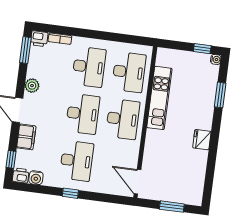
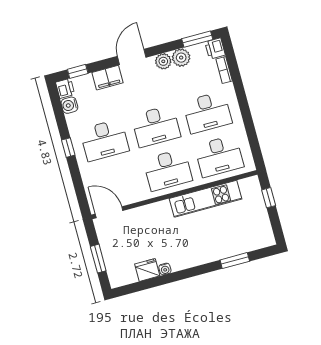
window: (202, 49) -> (269, 198), moved
water cooler: (216, 59) -> (165, 269), moved
plant: (35, 70) -> (181, 58), added
fridge: (202, 140) -> (147, 270), moved
door: (137, 182) -> (109, 212), hinge flipped

